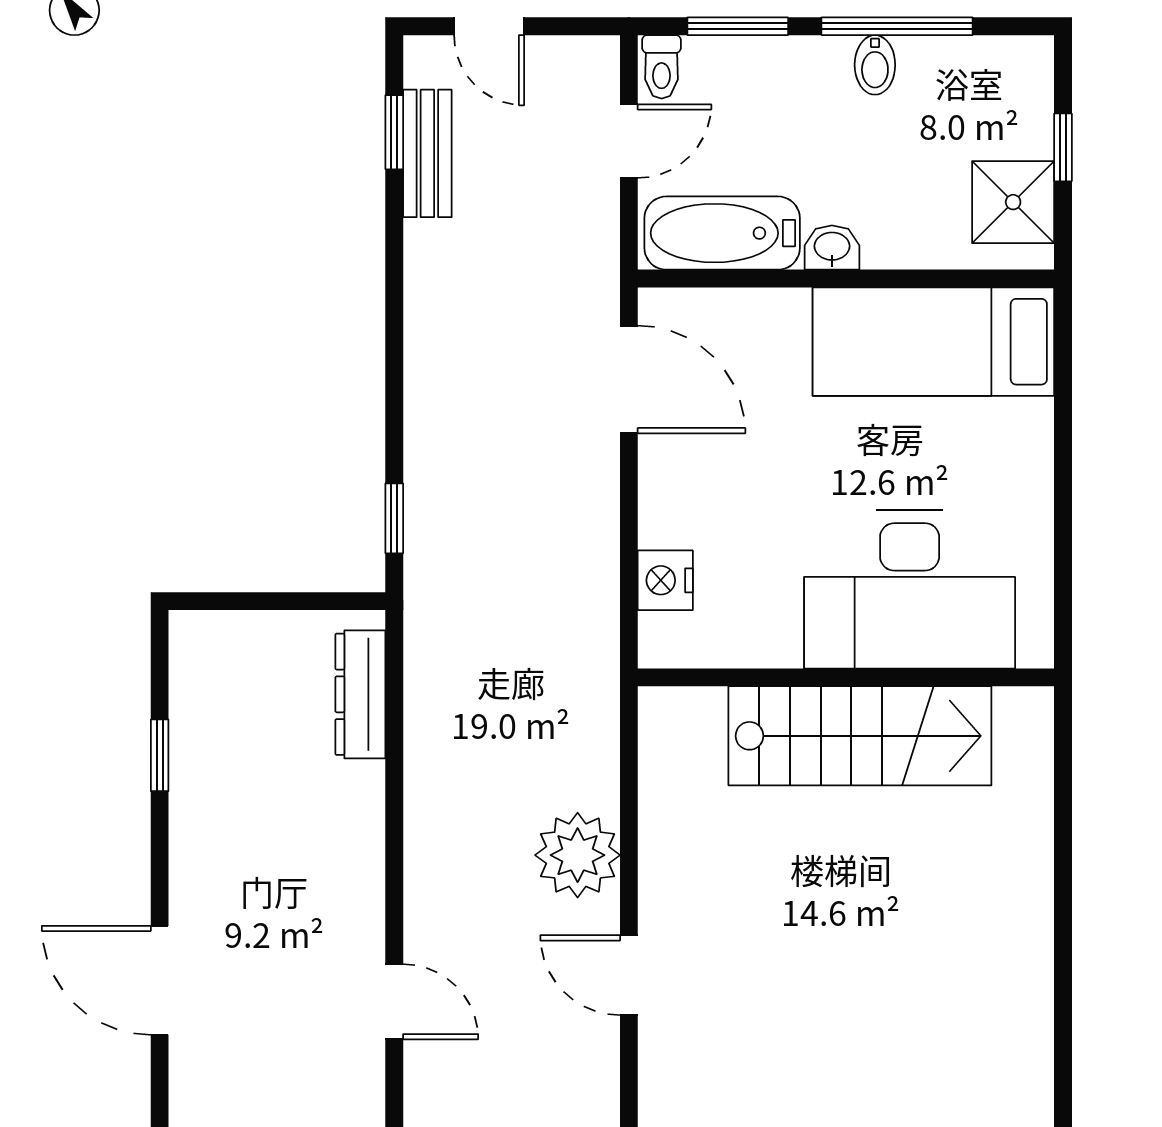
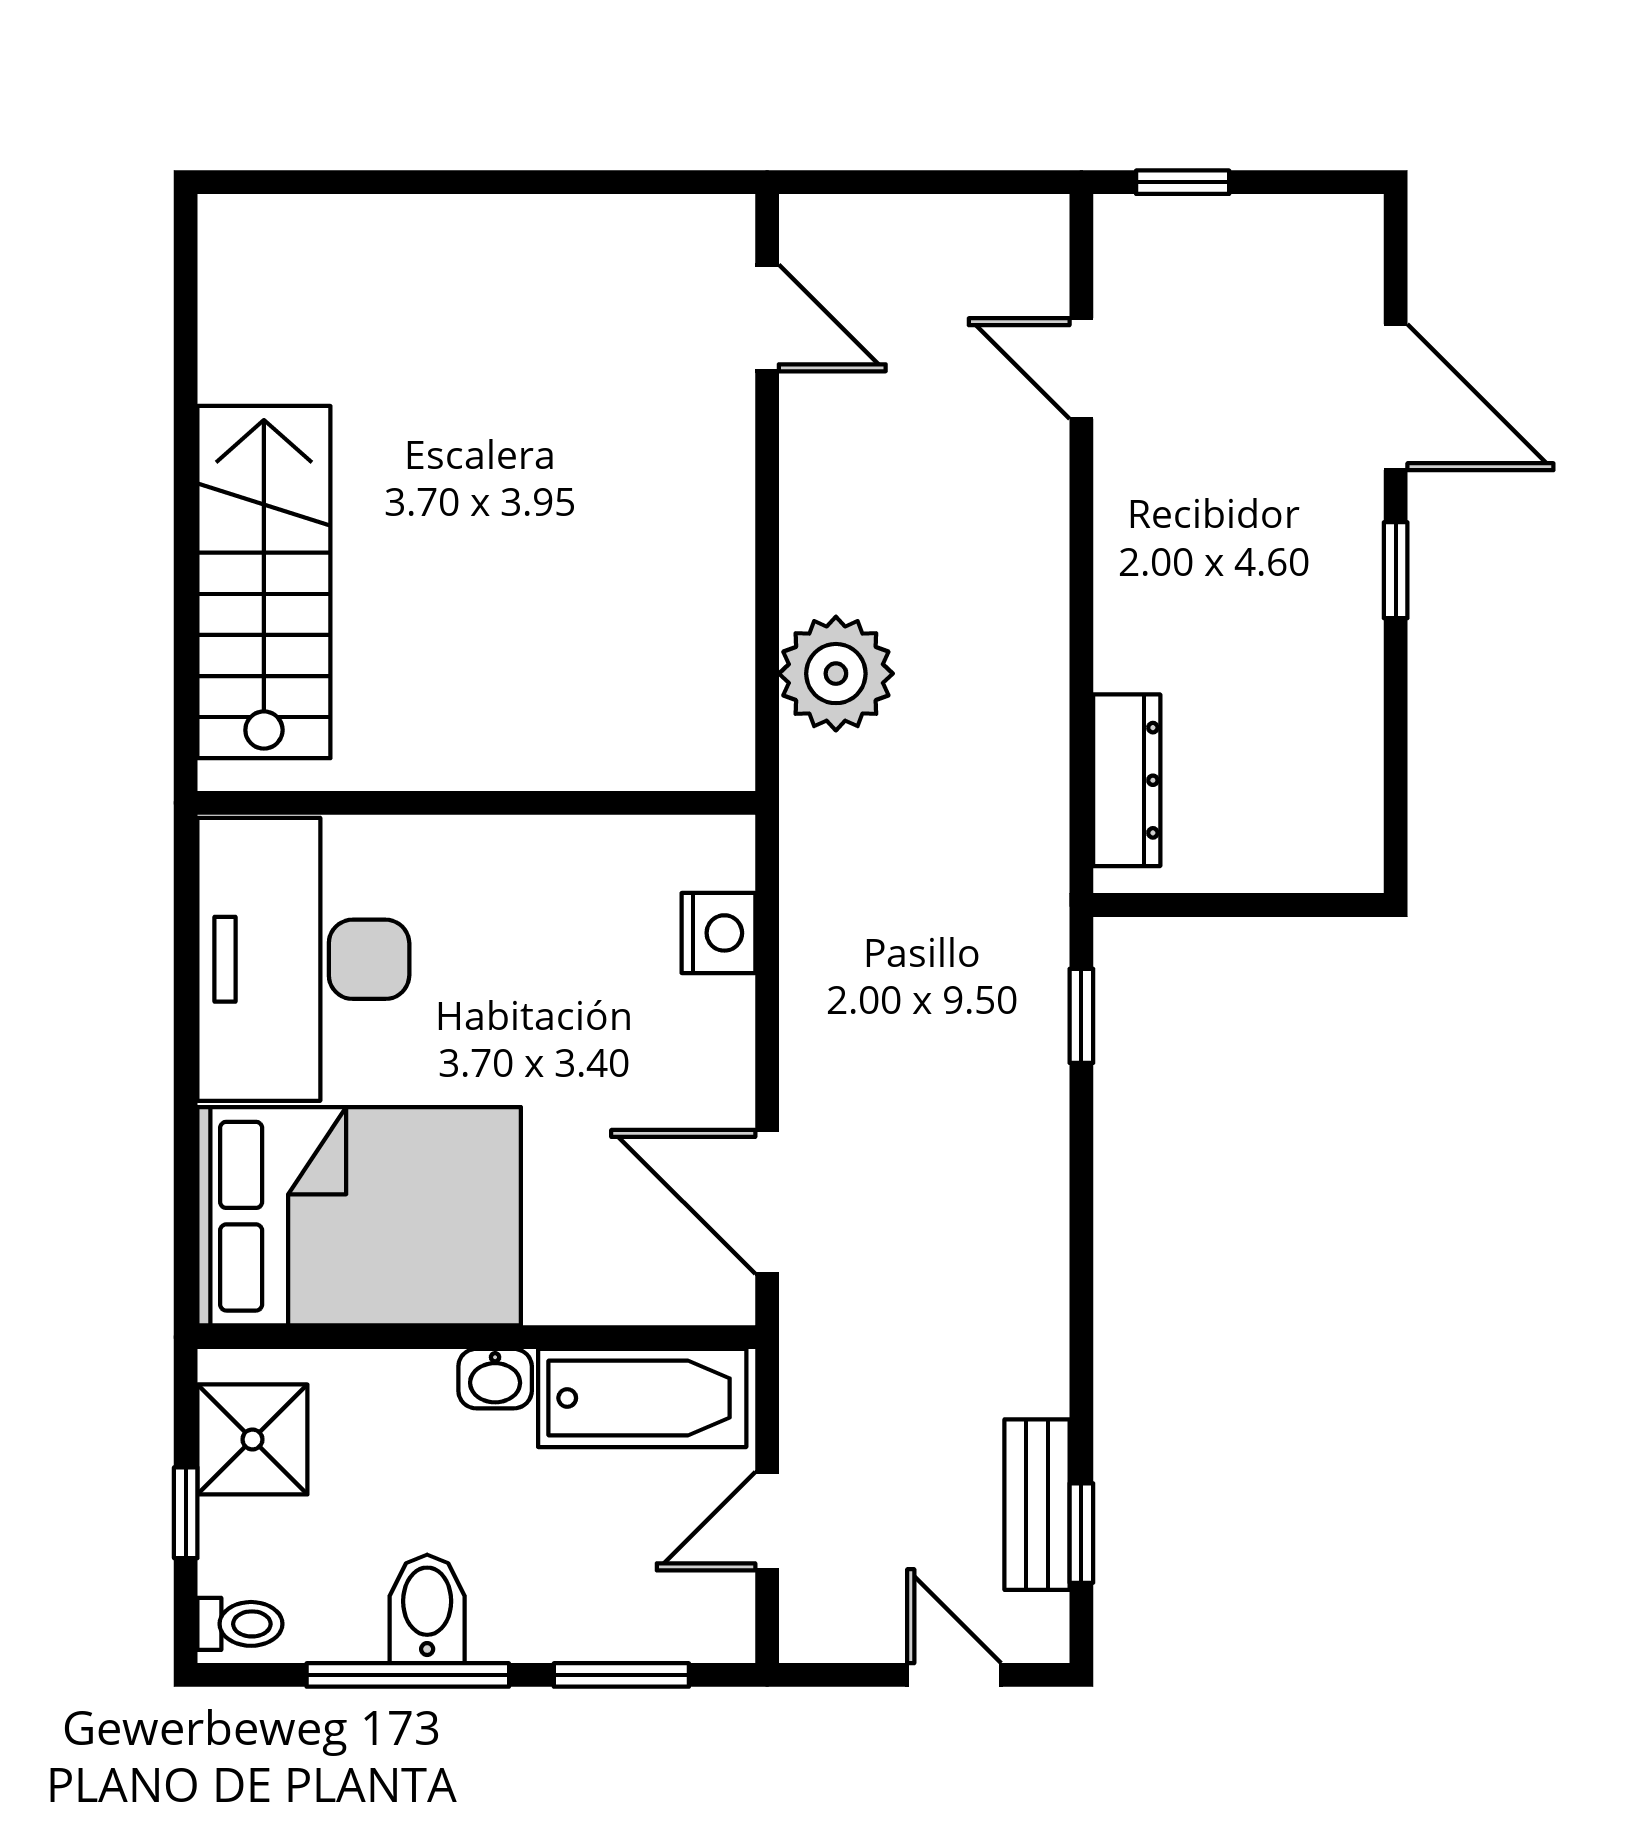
bidet: (875, 65) -> (427, 1609), width x1.38, depth x1.36
toilet: (662, 67) -> (240, 1624), moved, turned 90
bed: (933, 342) -> (359, 1216), width x1.50
desk: (910, 590) -> (303, 959), moved, turned -90
stairs: (860, 736) -> (264, 582), moved, turned 90
window: (160, 755) -> (1396, 570), moved
plant: (578, 855) -> (836, 674), moved
door: (629, 975) -> (767, 318), moved

